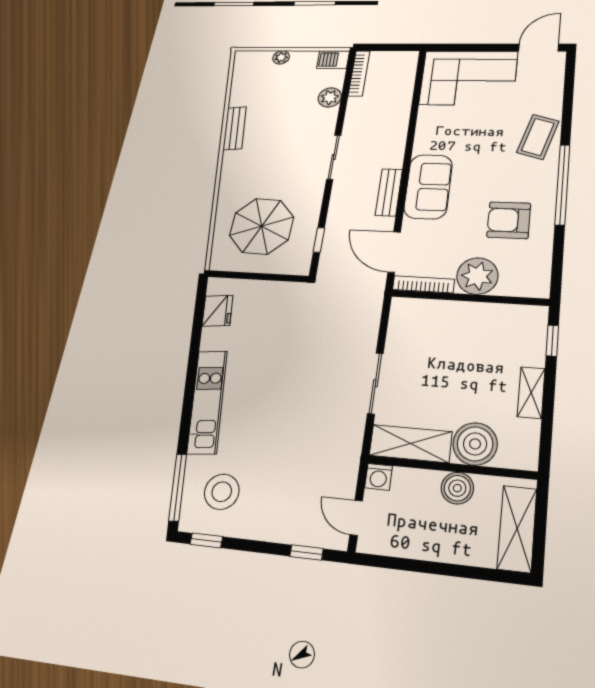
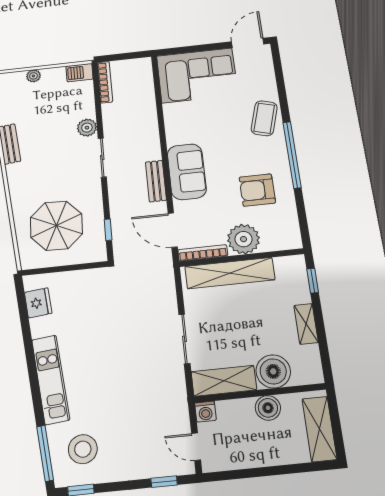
plant: (330, 97) -> (87, 128), moved
shelving: (450, 314) -> (230, 273), added

